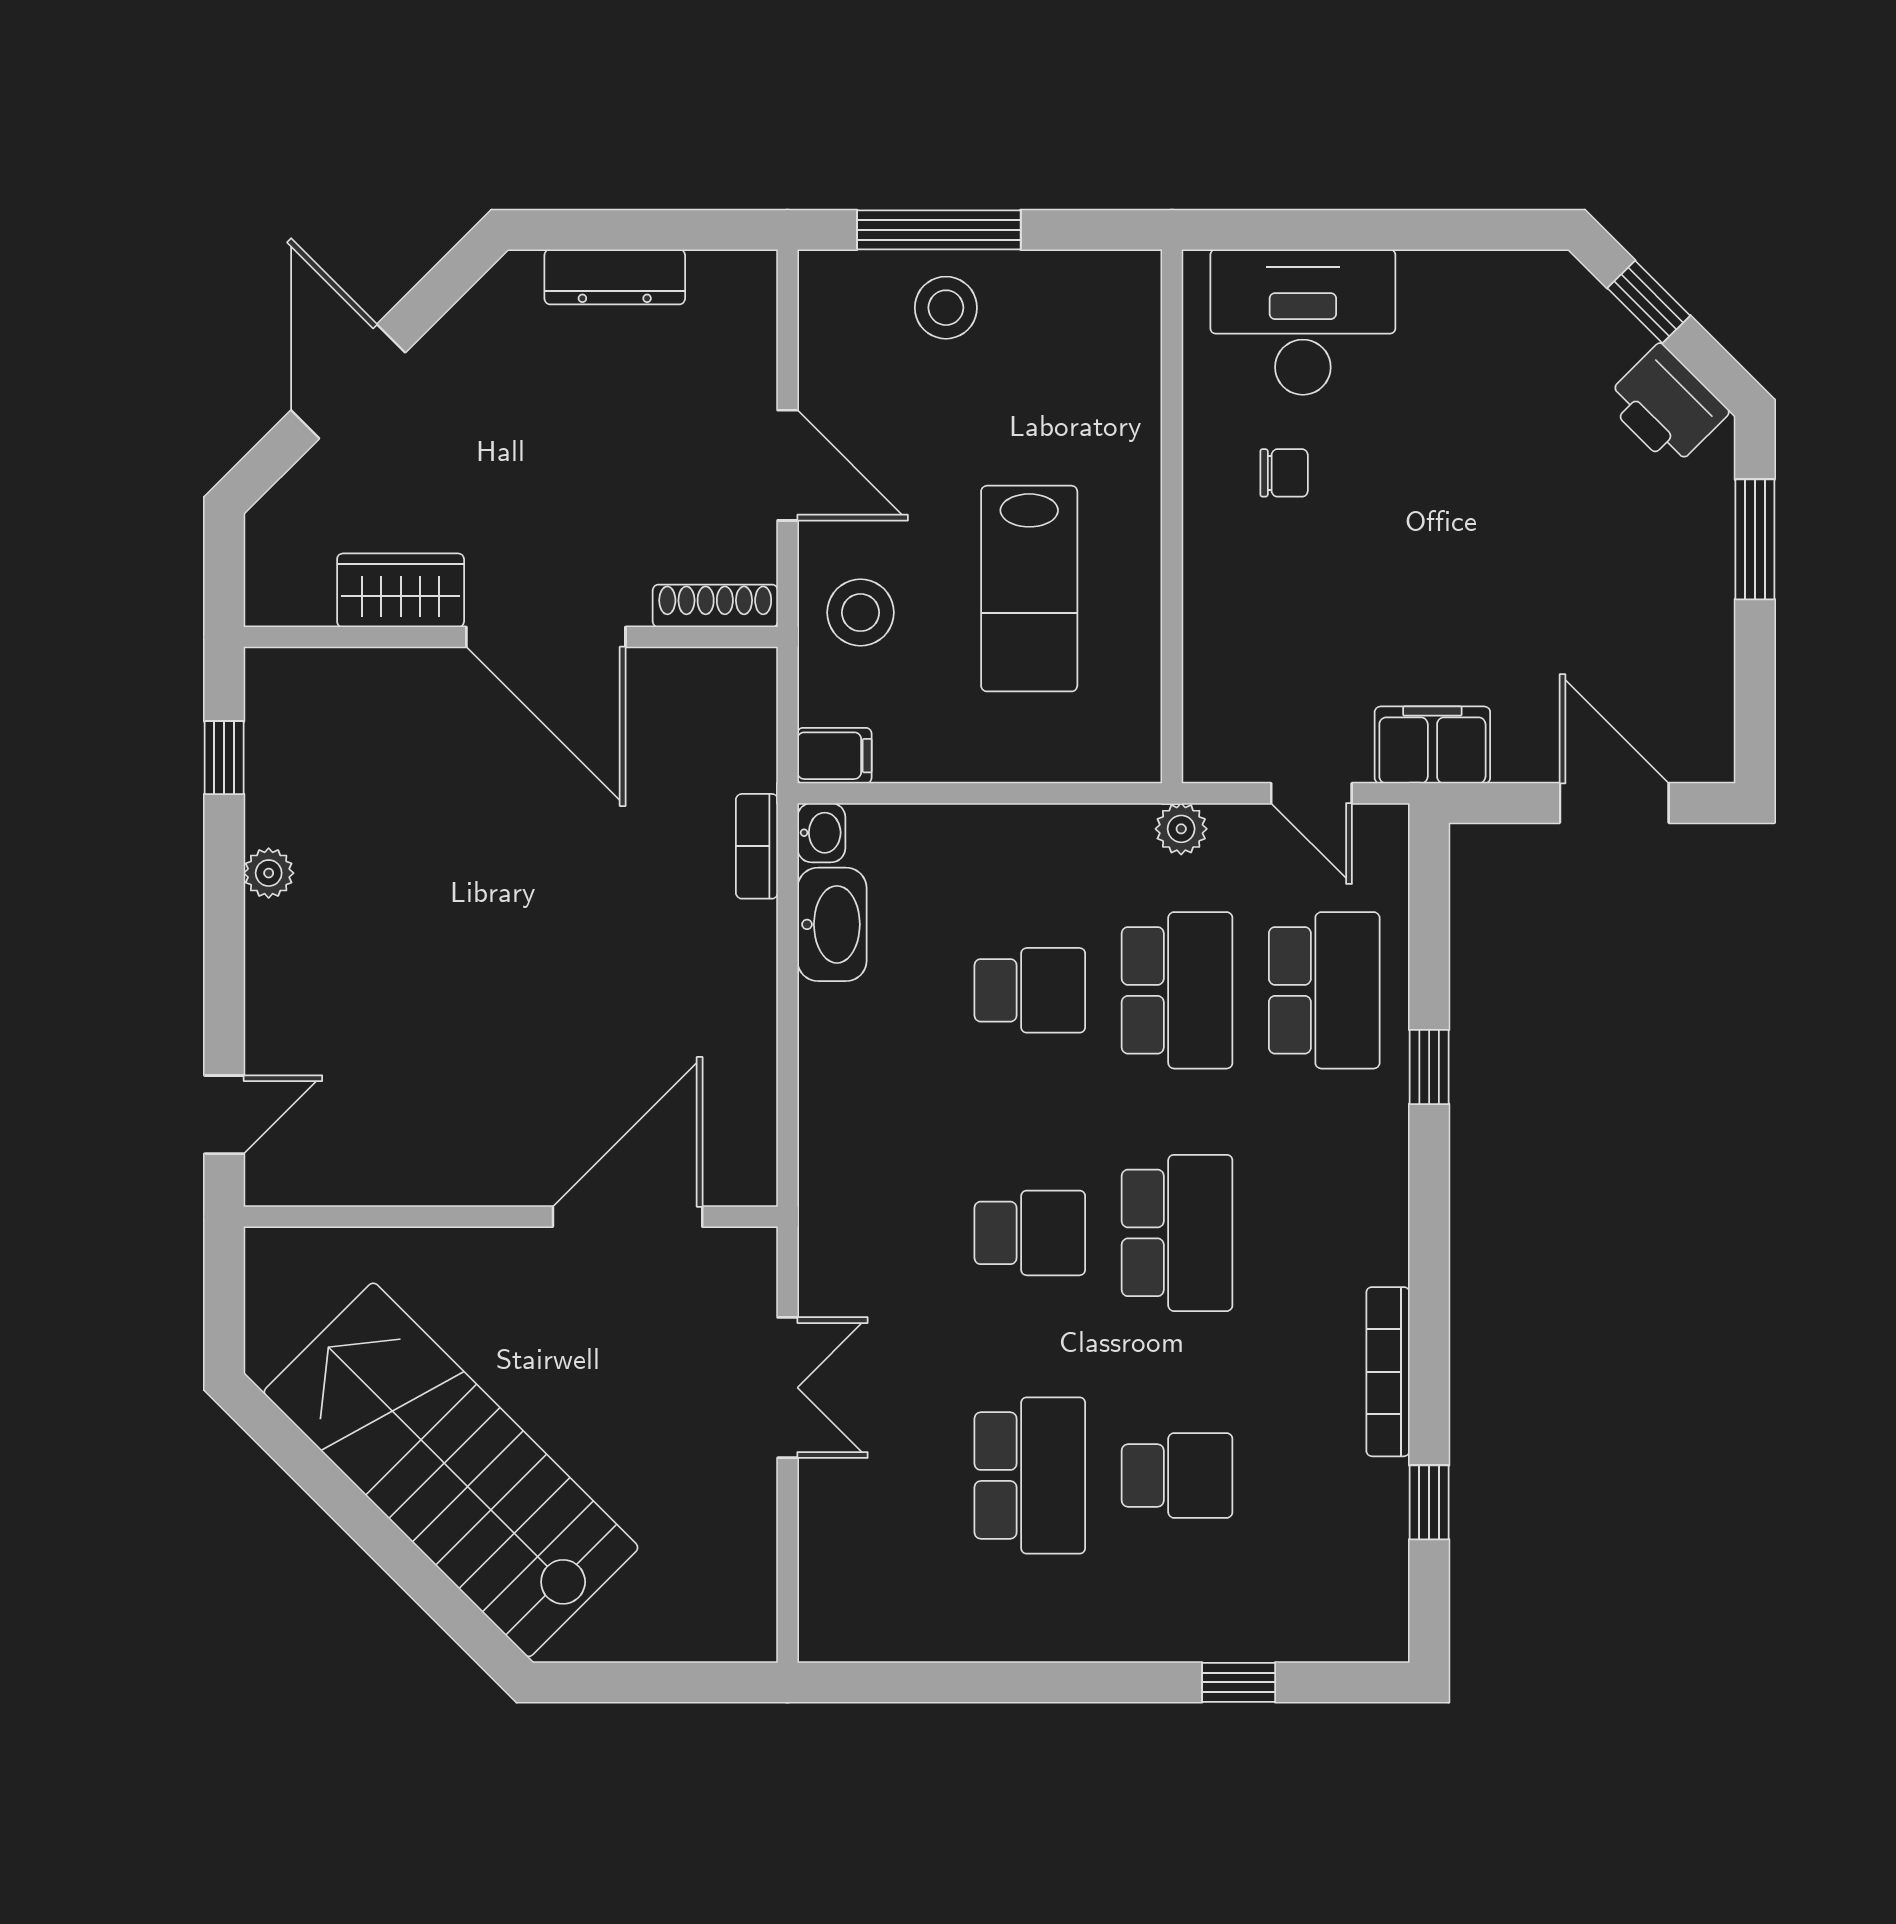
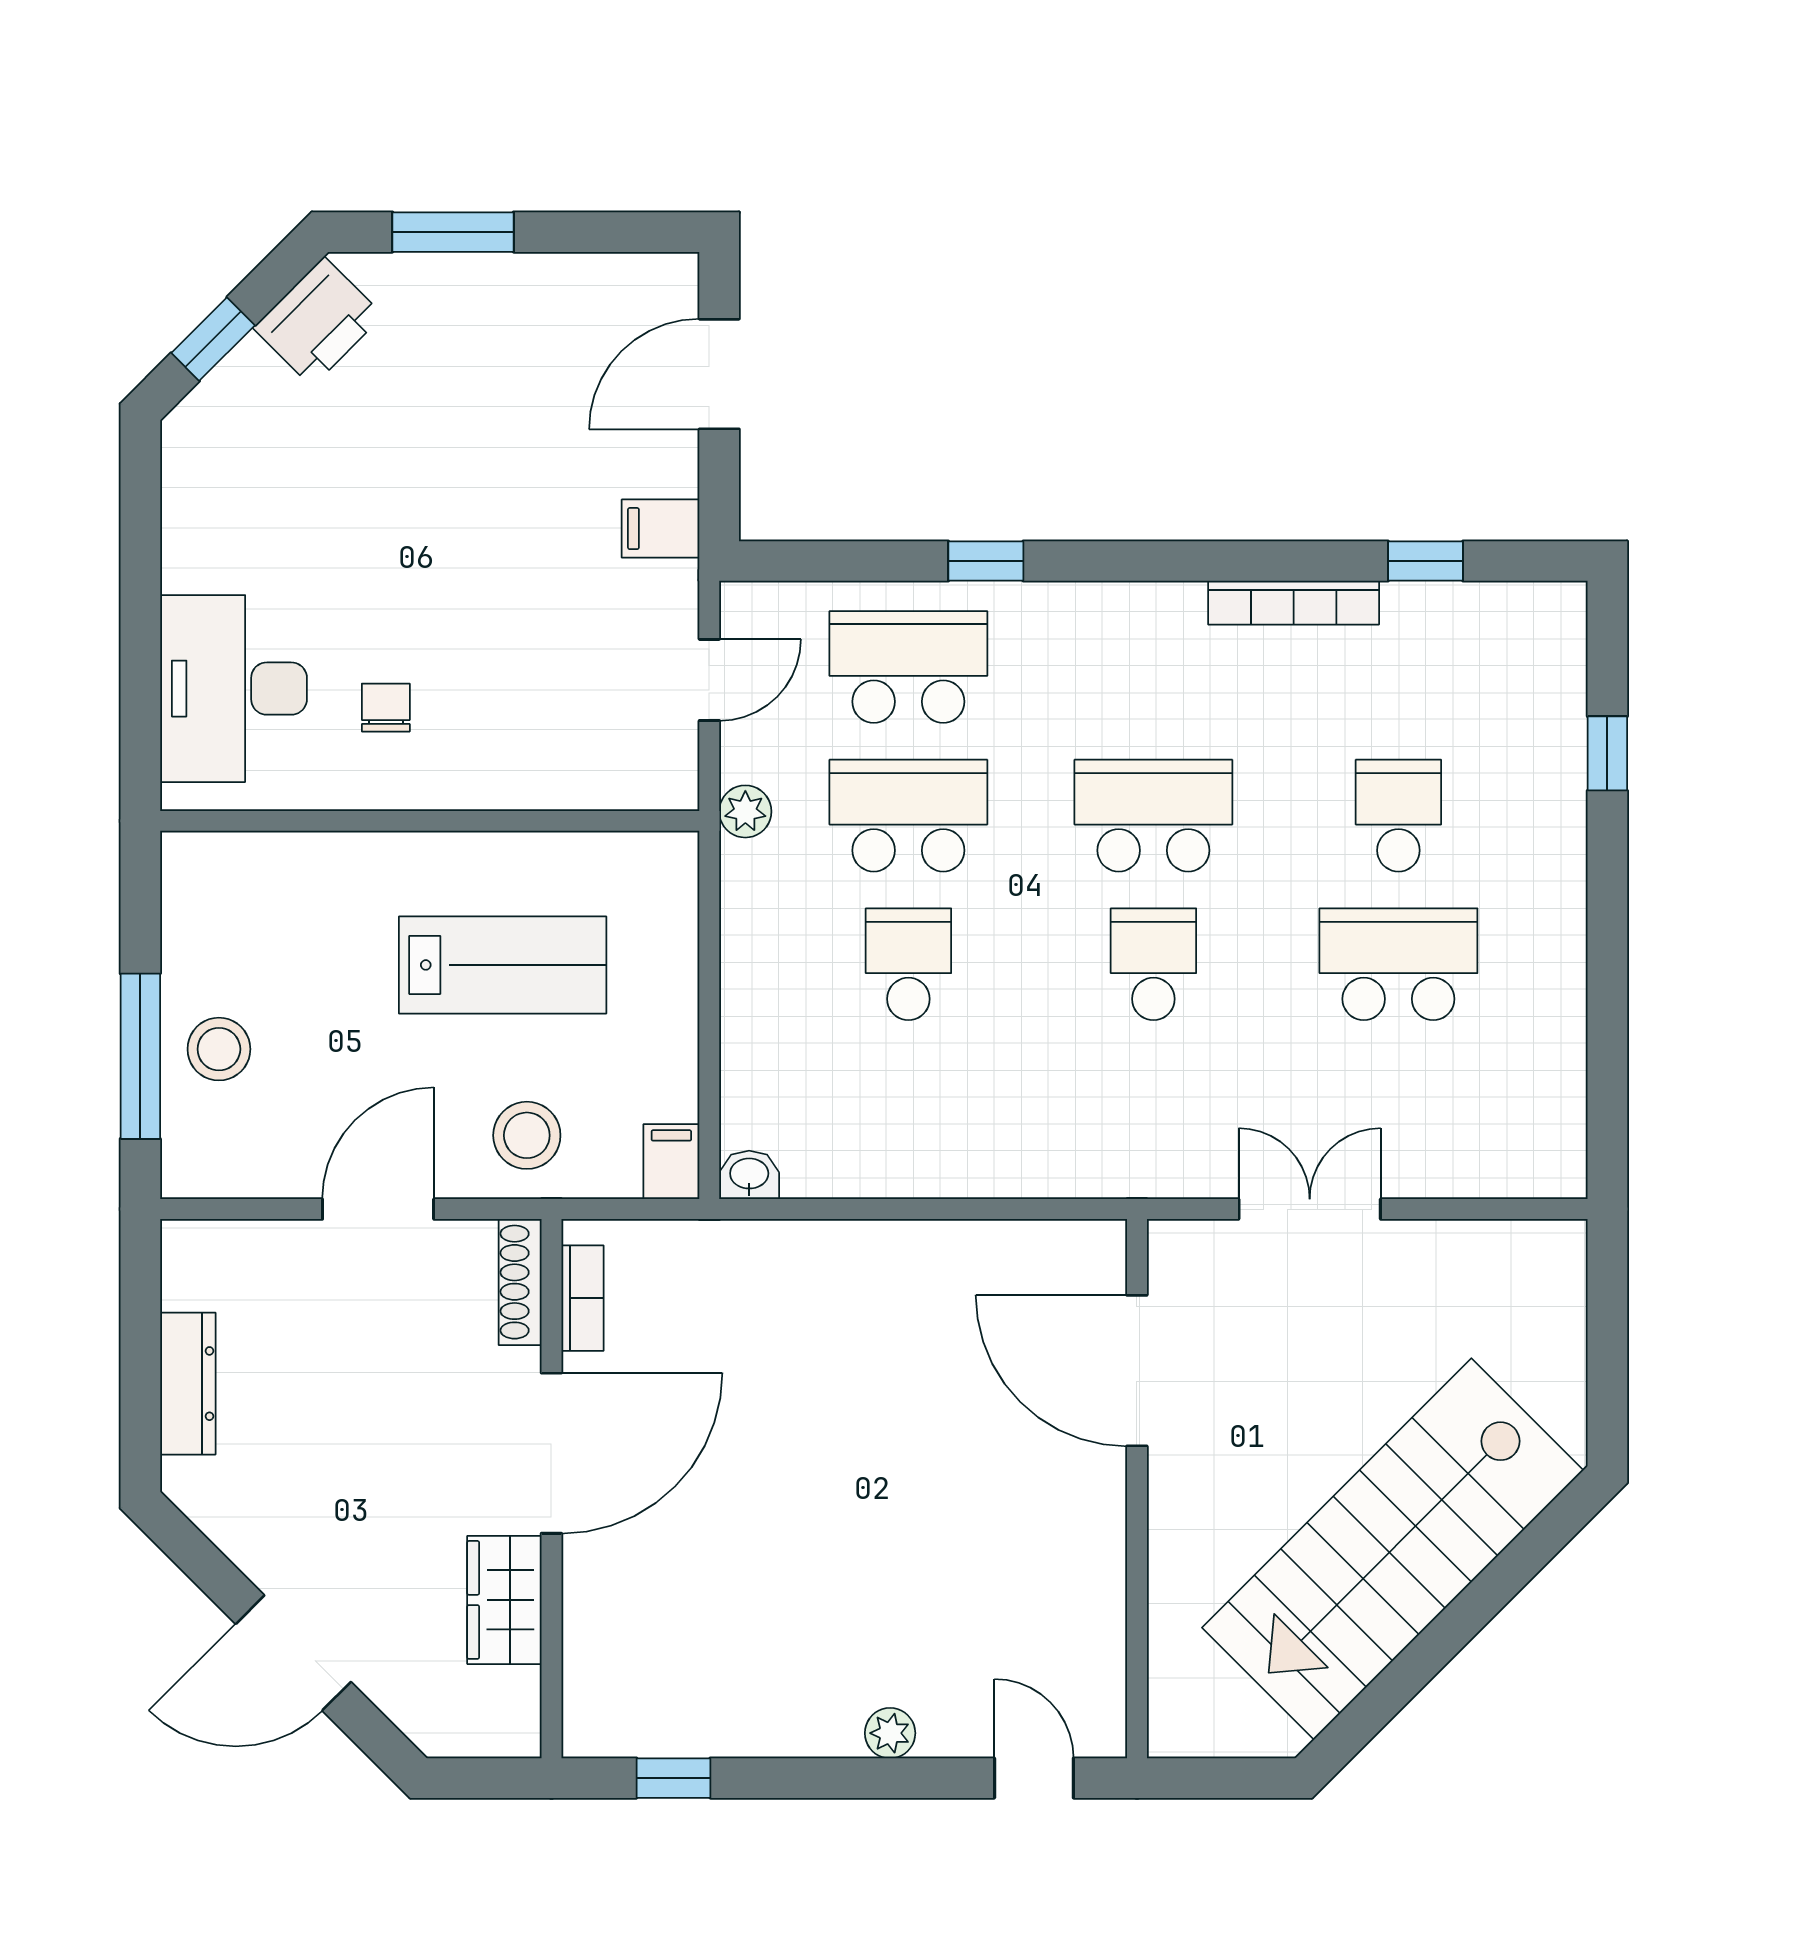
filing cabinet: (1432, 745) -> (661, 529), width x0.50
bookcase: (757, 846) -> (582, 1298), moved, turned -90
plant: (269, 873) -> (890, 1733), moved
washbasin: (832, 924) -> (842, 1164), removed

